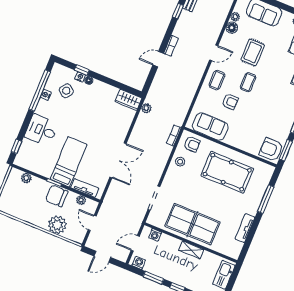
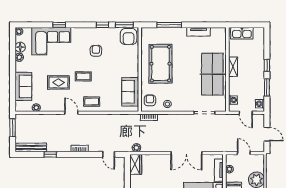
floor lamp: (232, 28) -> (46, 107), removed
door: (158, 59) -> (109, 154), moved
armchair: (230, 102) -> (96, 51), moved
double door: (118, 160) -> (186, 153), swing flipped
door: (92, 223) -> (244, 153), swing flipped

